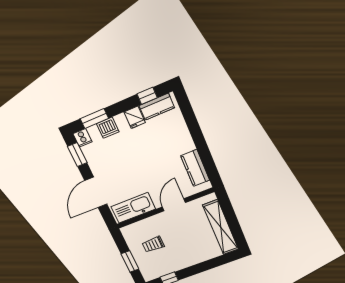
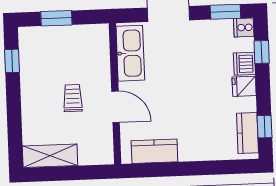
fridge: (135, 117) -> (244, 86), moved
window: (94, 118) -> (262, 52), width x0.67
shelving: (221, 227) -> (50, 156), width x0.68
trolley: (153, 244) -> (73, 98), moved

